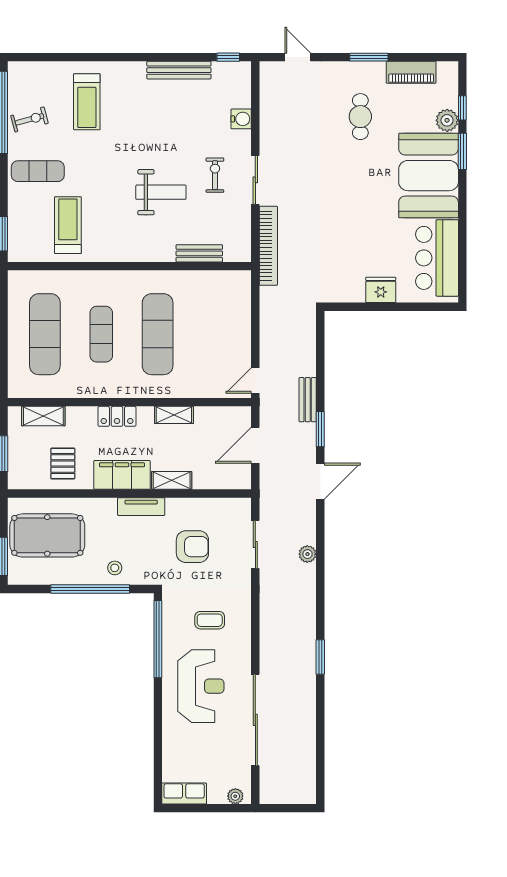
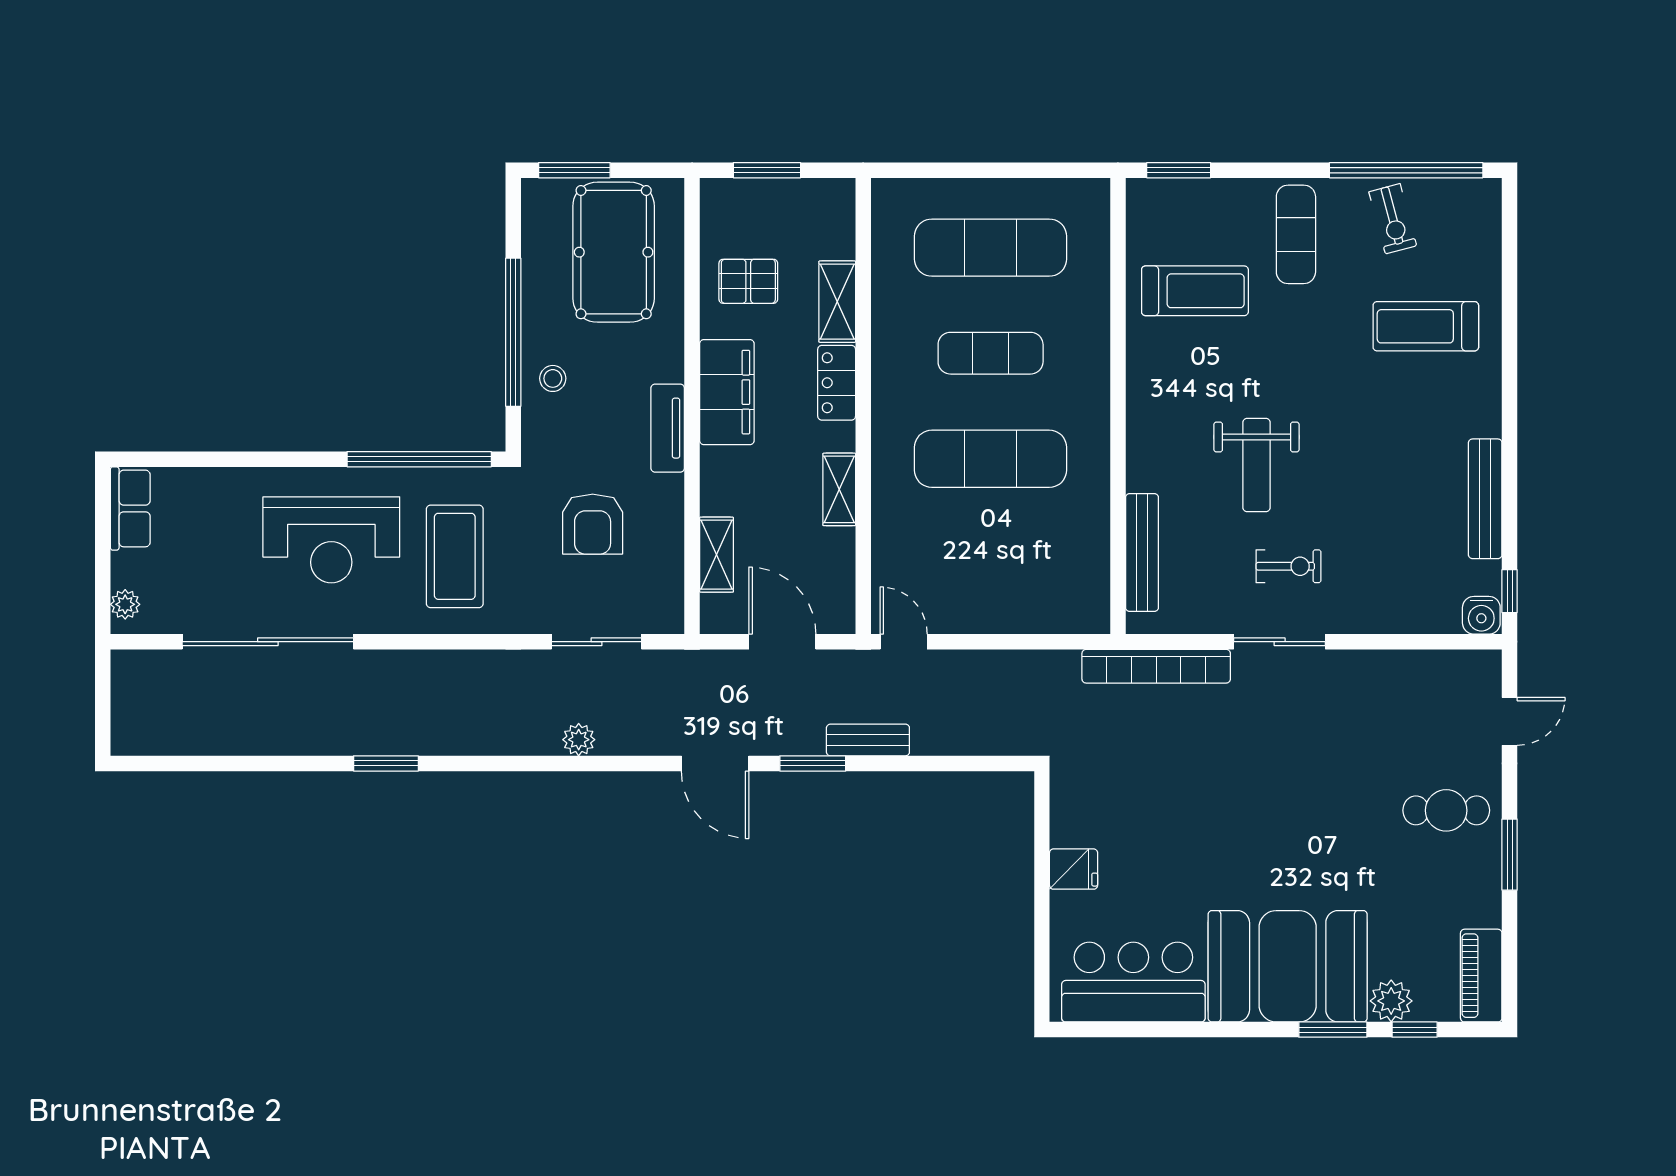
piano: (411, 72) -> (1481, 976), moved
cafe table: (360, 117) -> (1446, 810), moved
water cooler: (241, 119) -> (1481, 615), moved
bench: (199, 253) -> (1142, 553), width x1.36
fridge: (381, 290) -> (1074, 869), width x0.72
shelving: (43, 416) -> (837, 302), moved
shelving: (172, 480) -> (717, 555), moved
coffee table: (210, 620) -> (455, 556), width x1.86, depth x1.72

